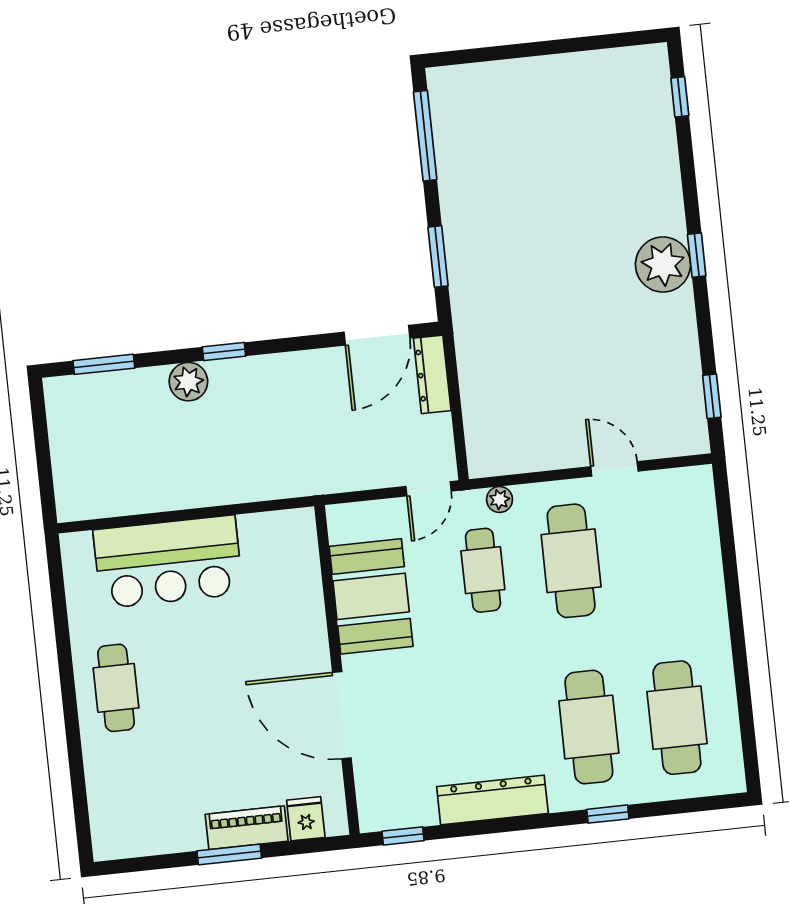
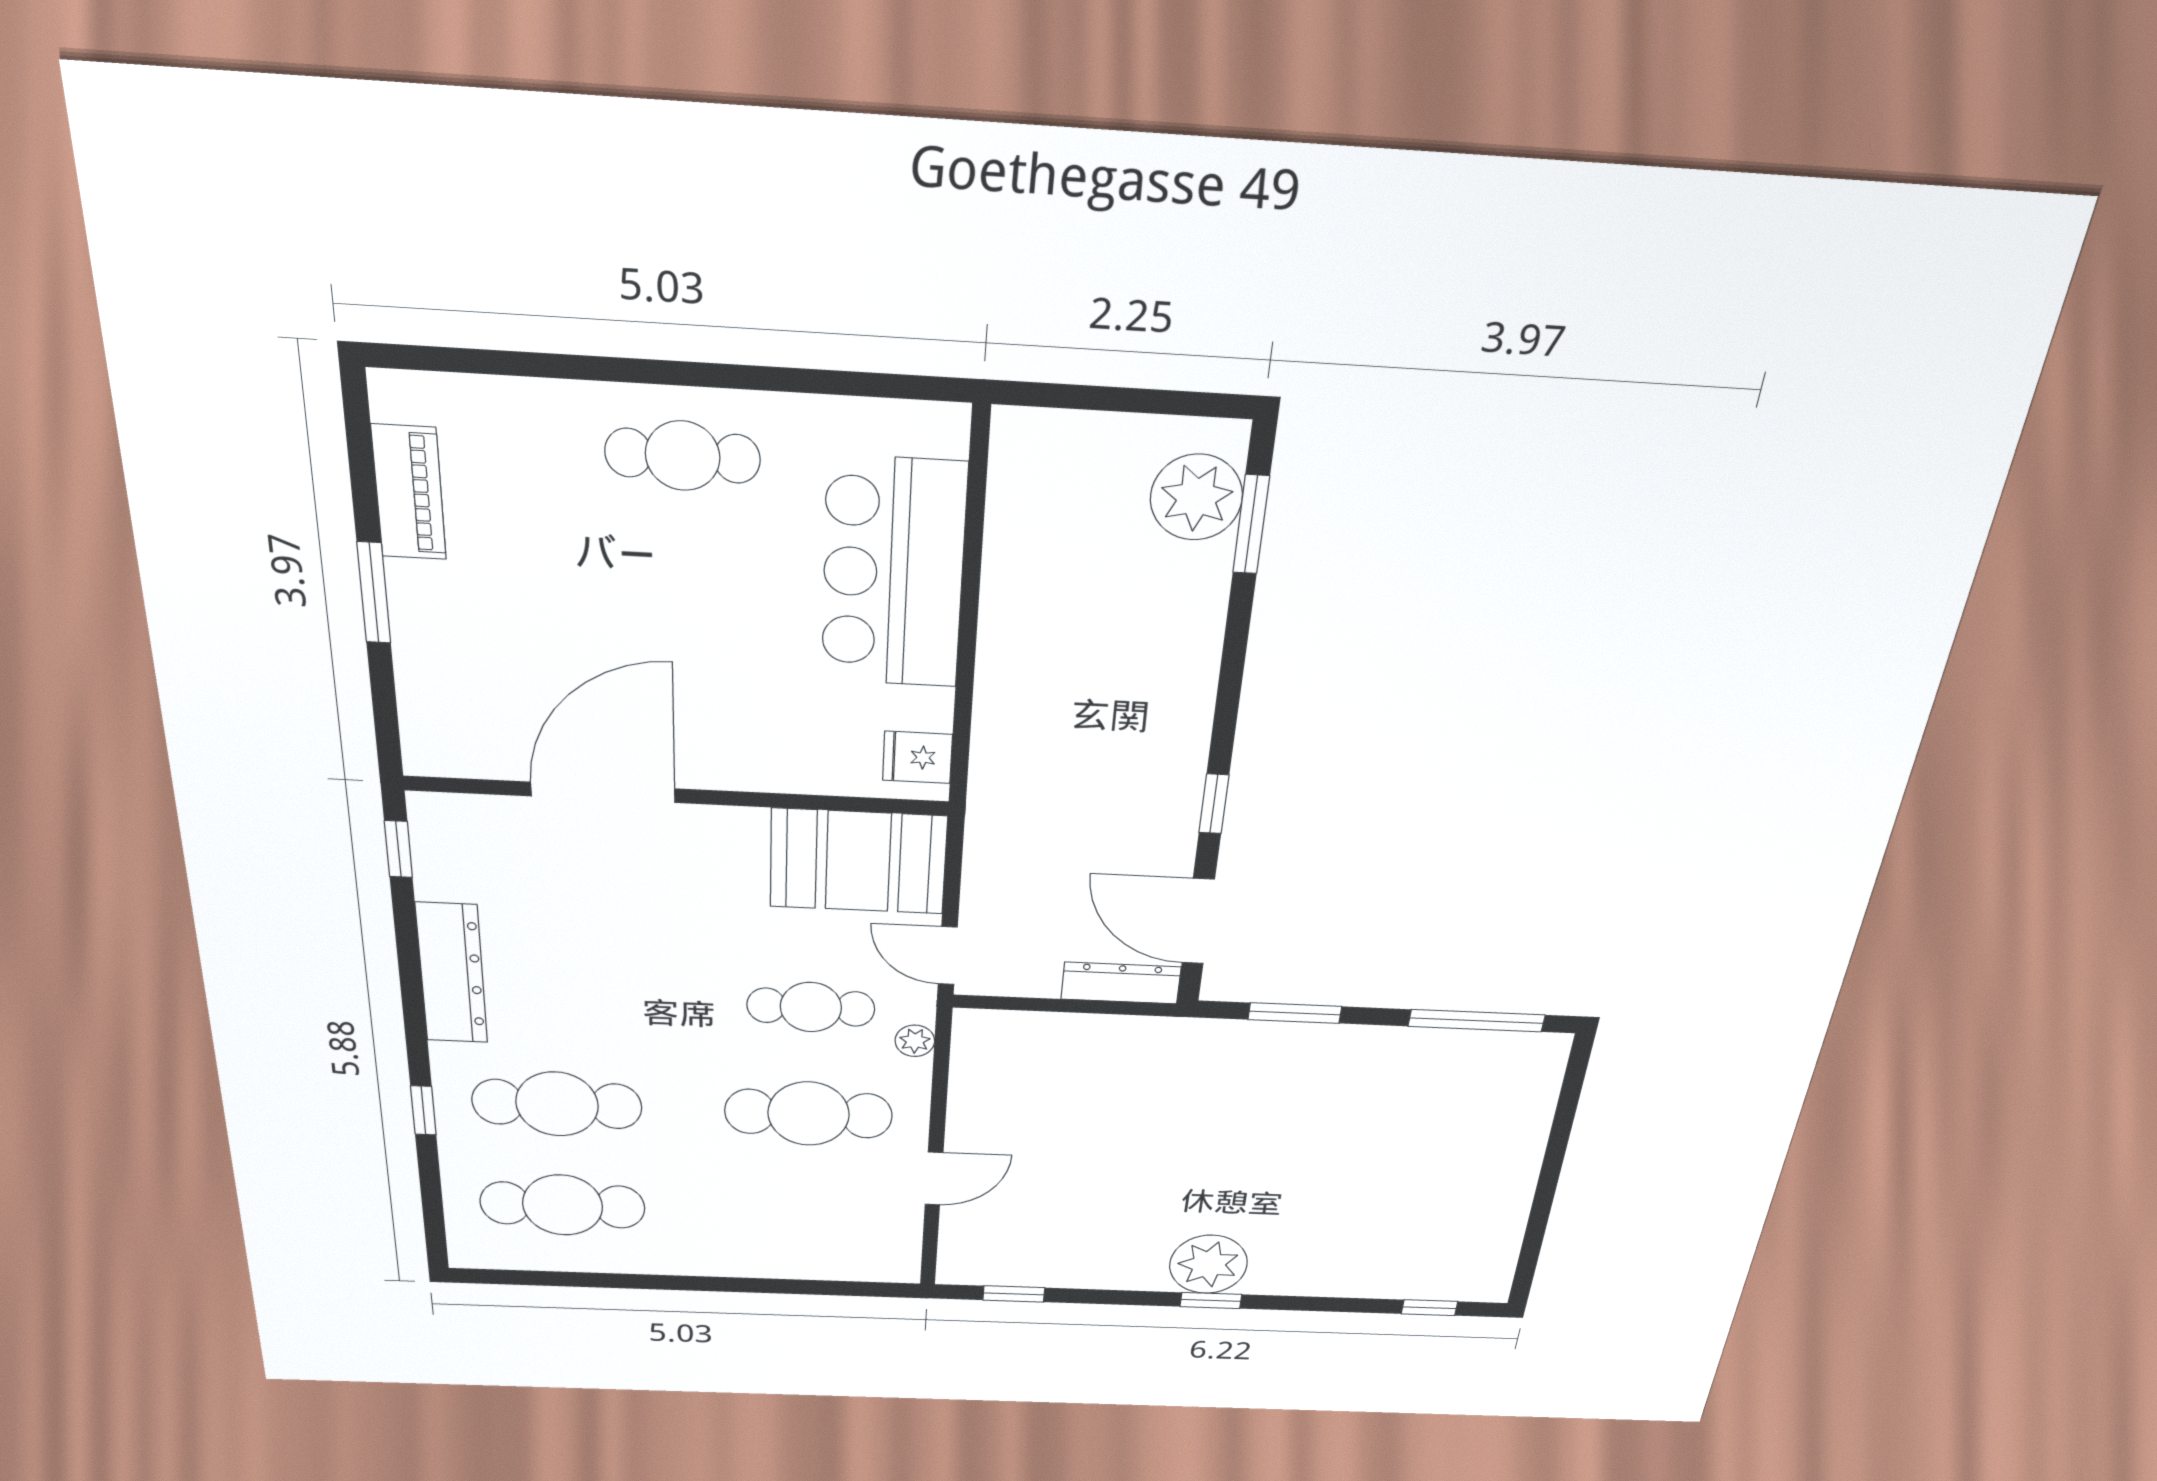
window: (224, 351) -> (1214, 804), moved
plant: (188, 382) -> (1196, 497), moved, width x1.36, depth x1.36
booth: (371, 596) -> (858, 861), moved
fridge: (306, 819) -> (917, 757), moved, turned 180
piano: (247, 828) -> (409, 493), moved

